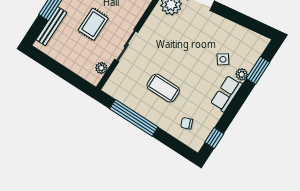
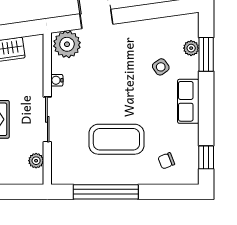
water cooler: (149, 24) -> (57, 80), added
plant: (242, 74) -> (191, 48), moved
coffee table: (163, 88) -> (116, 139), width x1.36, depth x1.32

